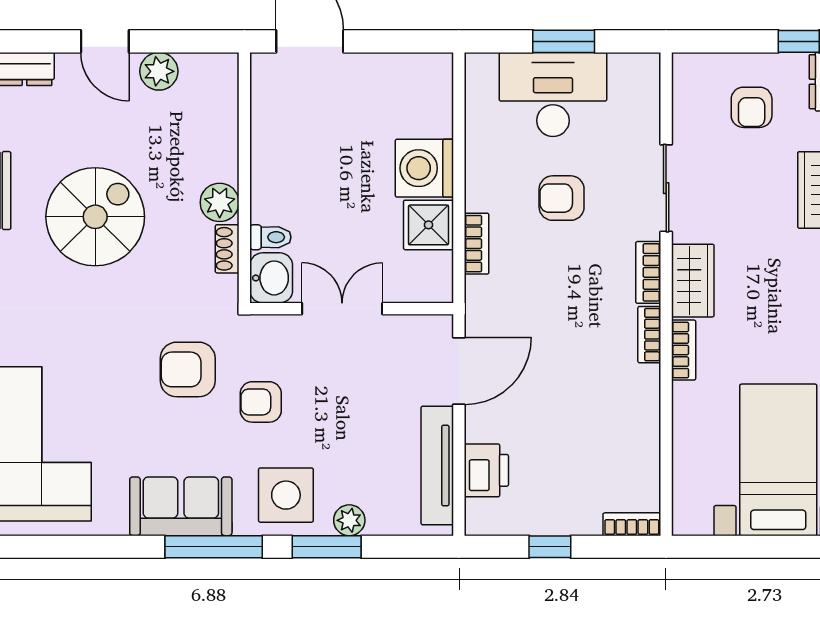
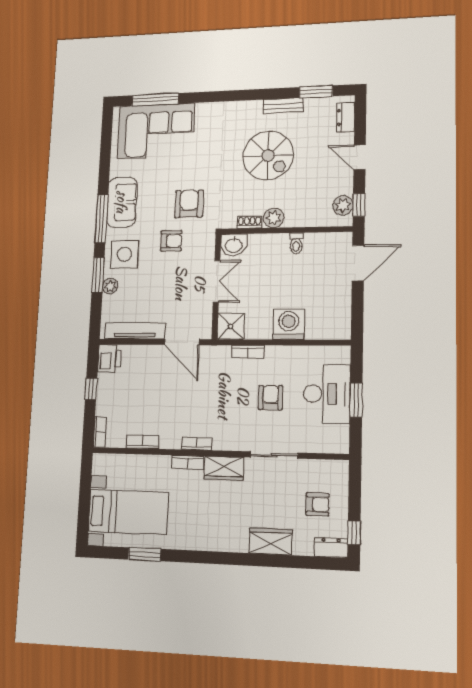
door: (105, 41) -> (360, 157), hinge flipped
window: (198, 41) -> (359, 205), added
plant: (159, 71) -> (343, 205), moved
armchair: (752, 107) -> (317, 504), turned 180
shower: (429, 225) -> (231, 326), moved
toilet: (270, 237) -> (296, 243), moved
bookcase: (648, 272) -> (143, 442), moved
armchair: (261, 402) -> (171, 241), turned 90
printer: (486, 470) -> (109, 358), moved, turned -90

